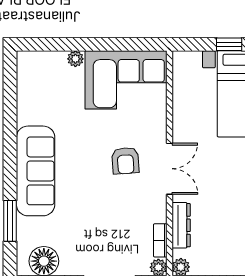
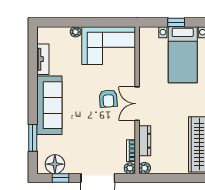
tv unit: (25, 101) -> (43, 59), added
double door: (169, 169) -> (137, 104), swing flipped

